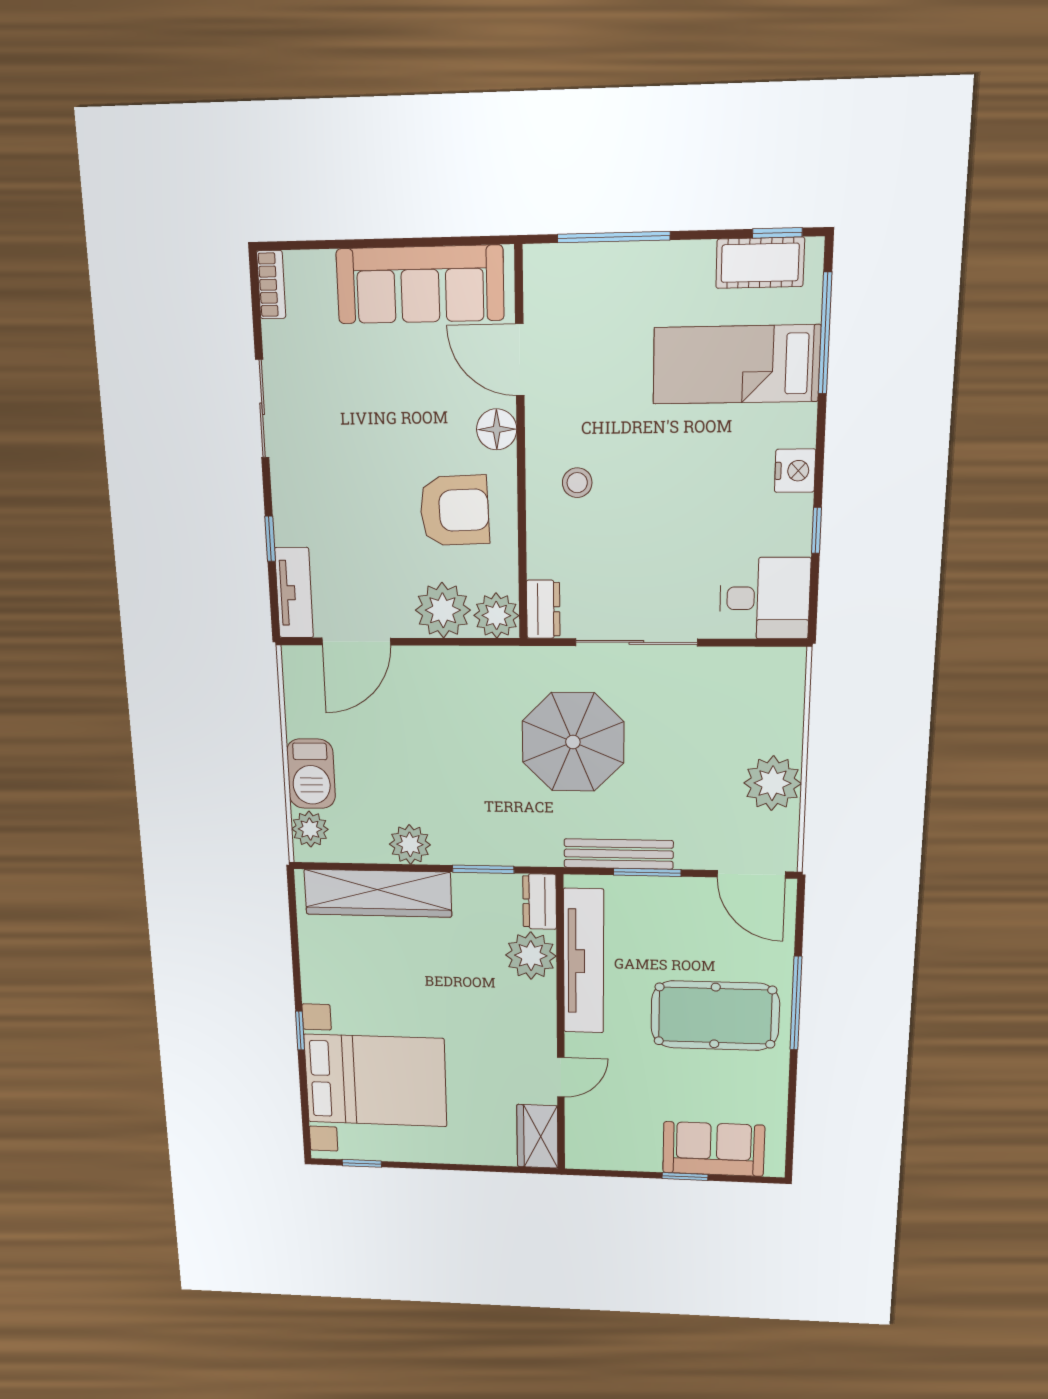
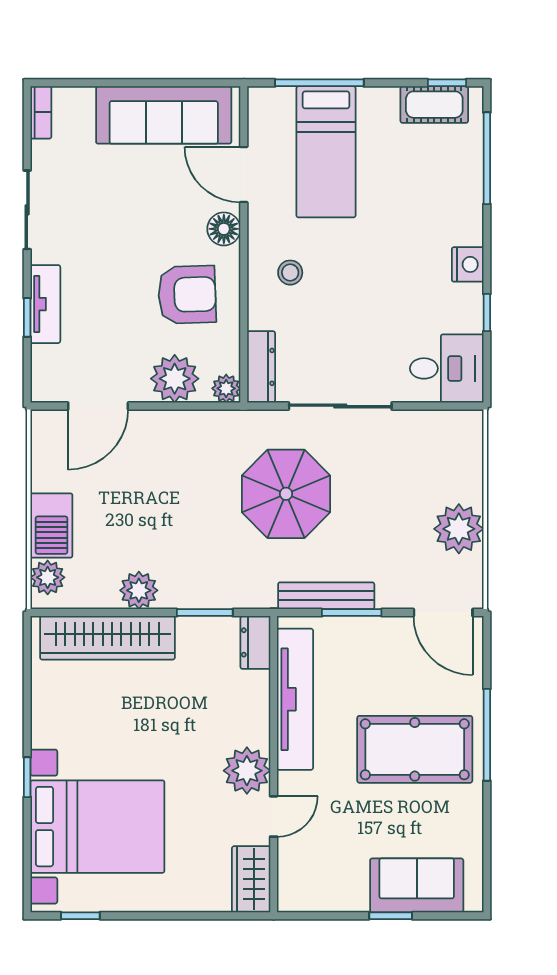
bed: (736, 364) -> (326, 152), moved, turned -90
tv unit: (294, 593) -> (45, 304), moved
dresser: (543, 609) -> (261, 367), width x1.44
plant: (496, 615) -> (226, 388), width x0.73, depth x0.73
plant: (531, 956) -> (247, 771), moved

